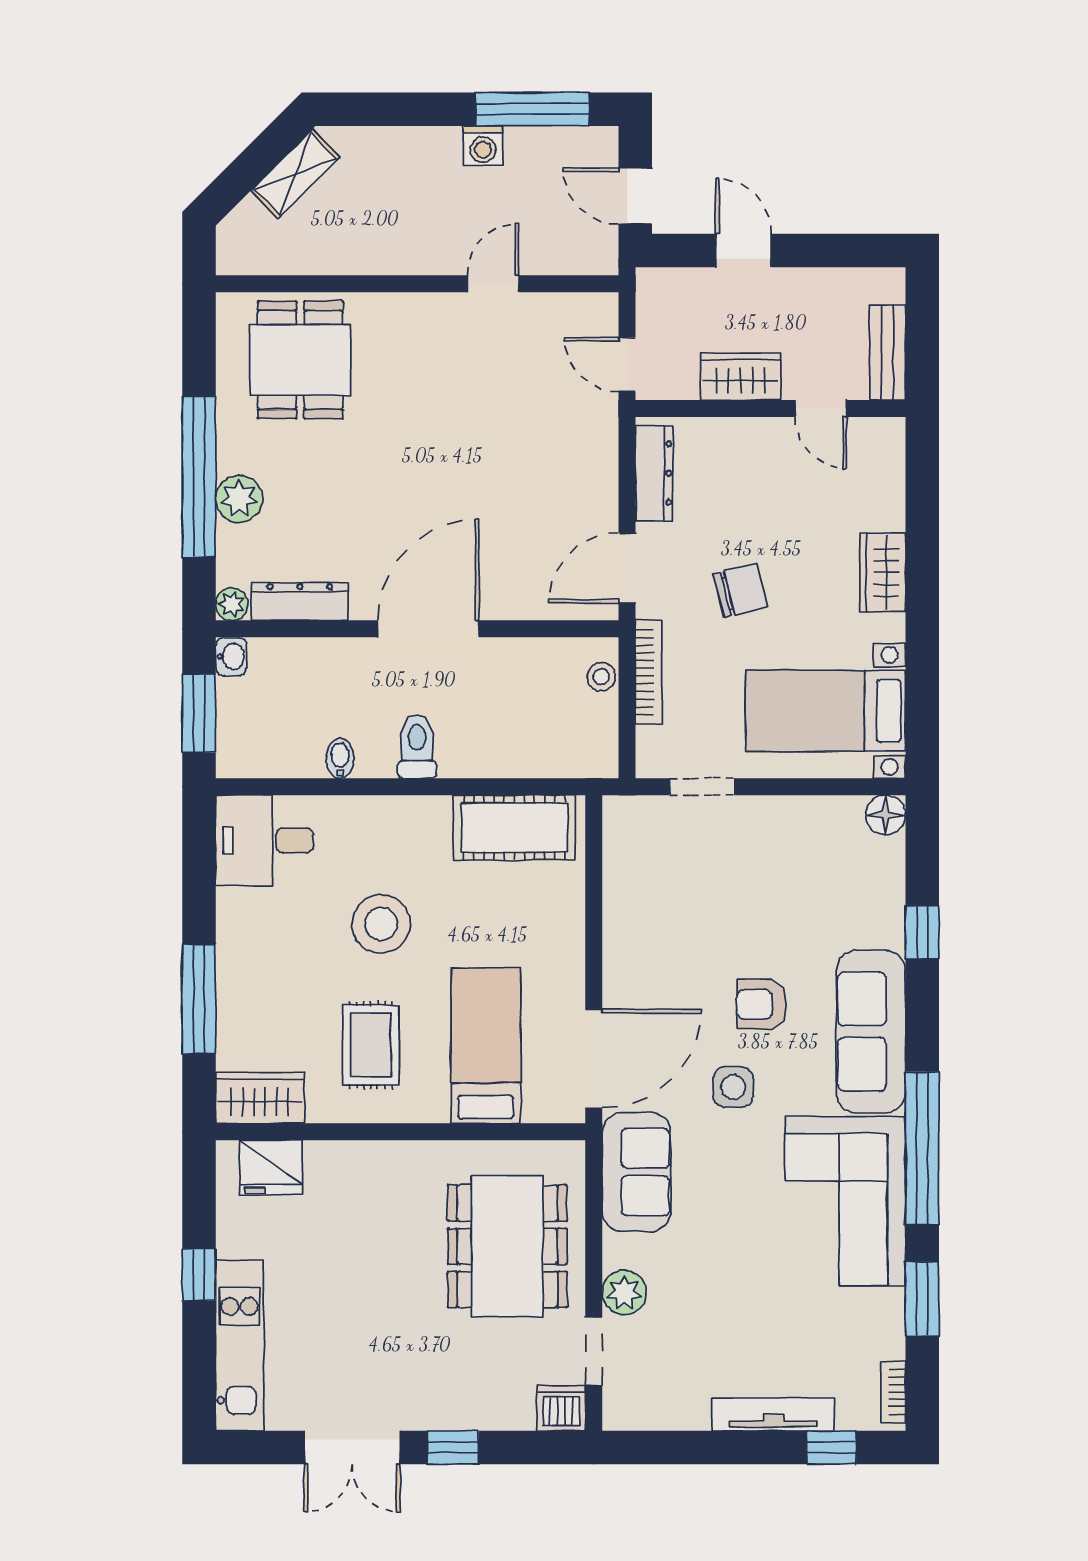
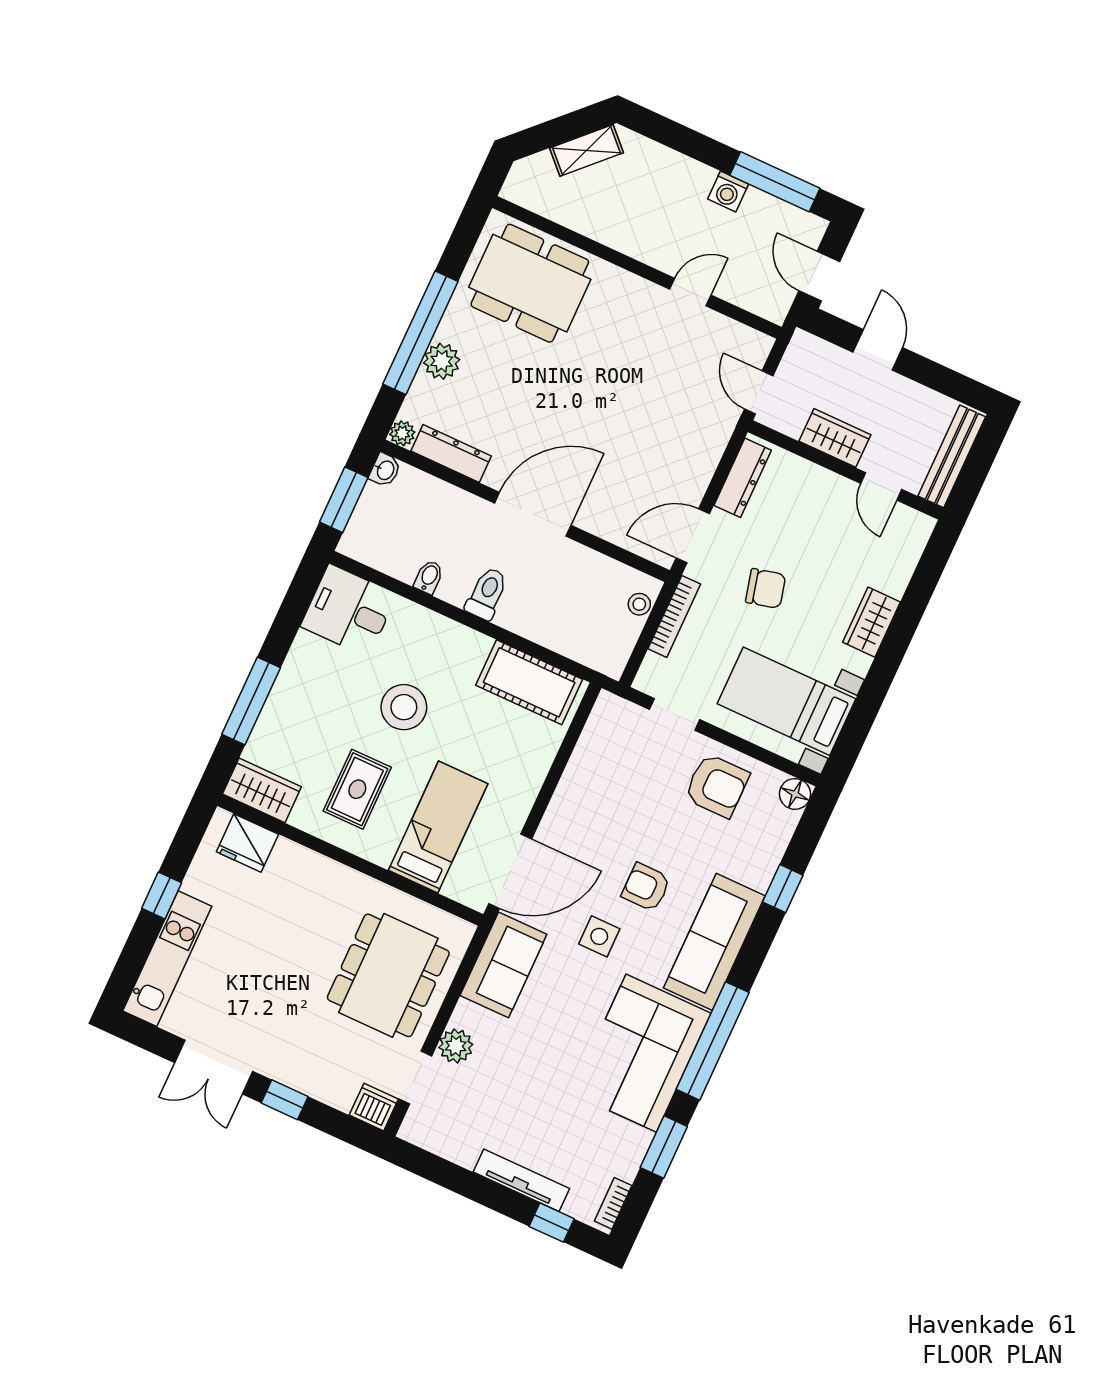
bench: (887, 353) -> (952, 456), width x1.36
dining table: (300, 360) -> (530, 283), width x1.38
armchair: (790, 847) -> (717, 786), added

